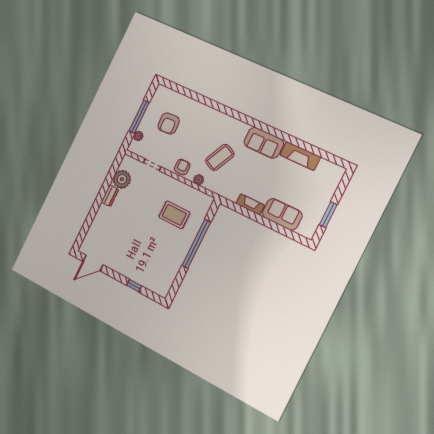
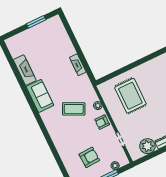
sofa: (282, 214) -> (63, 43), removed
rug: (174, 215) -> (130, 96), width x1.36, depth x1.43
window: (196, 244) -> (130, 67), removed

